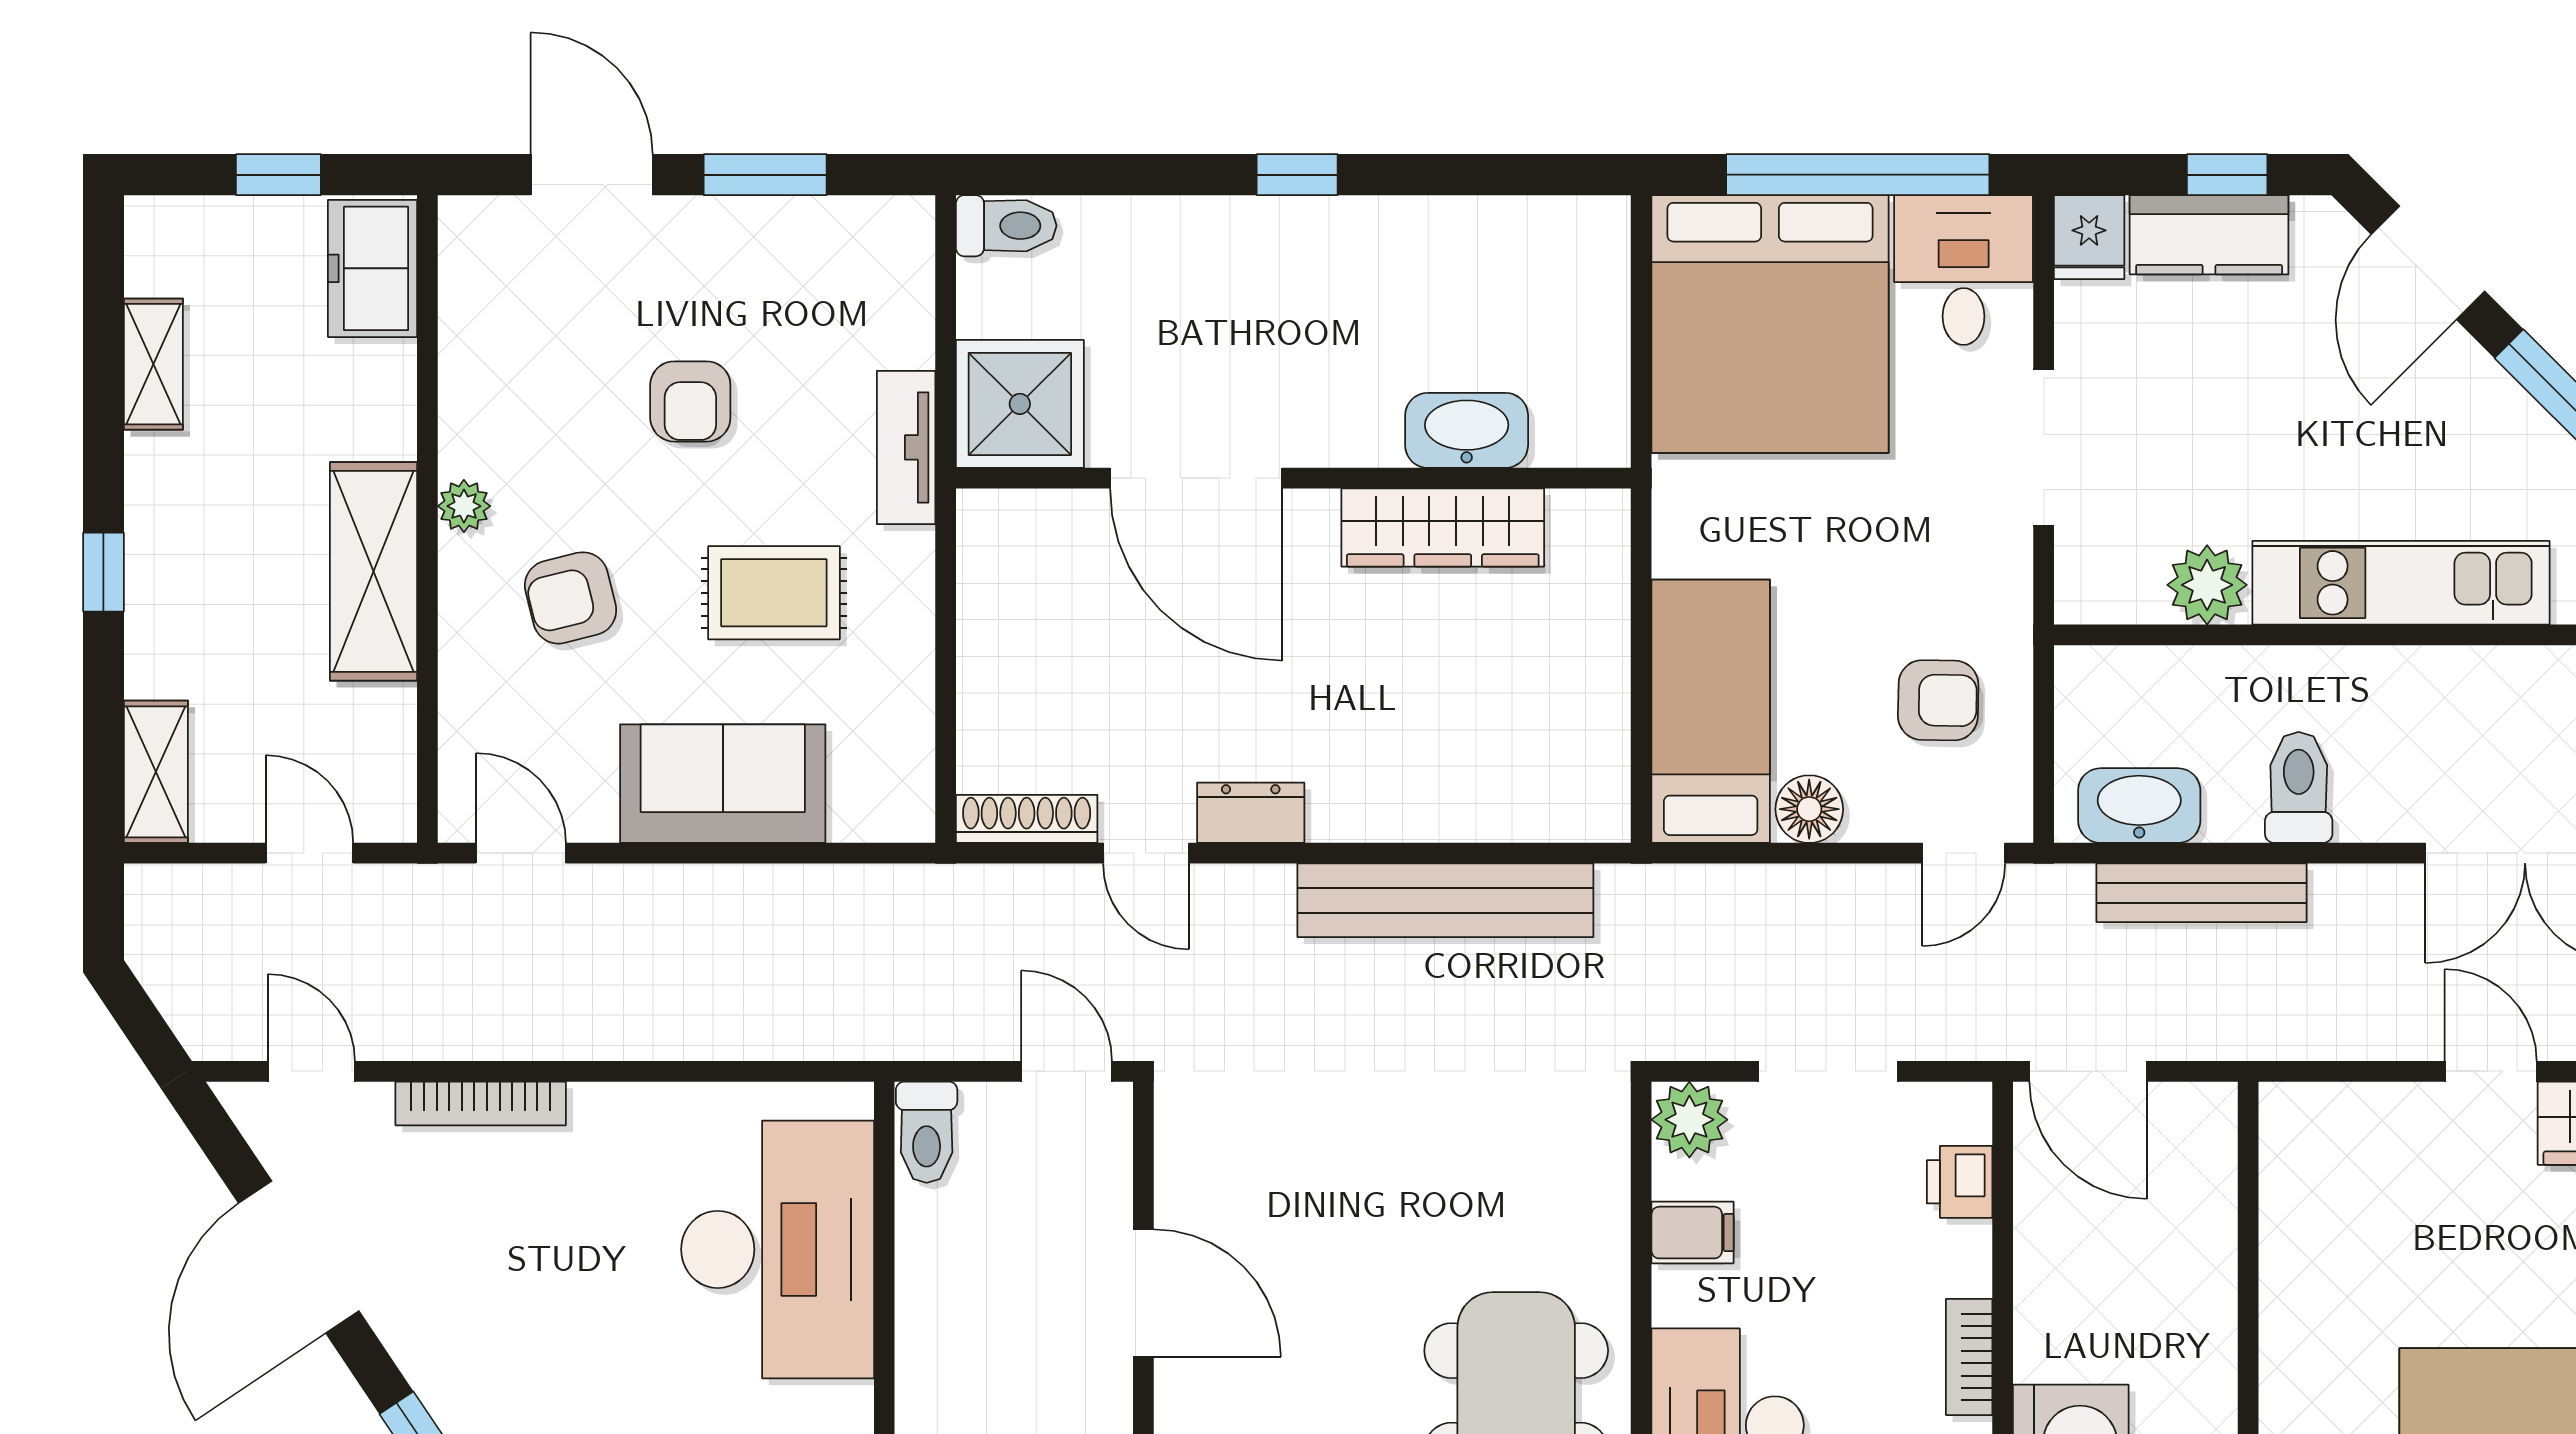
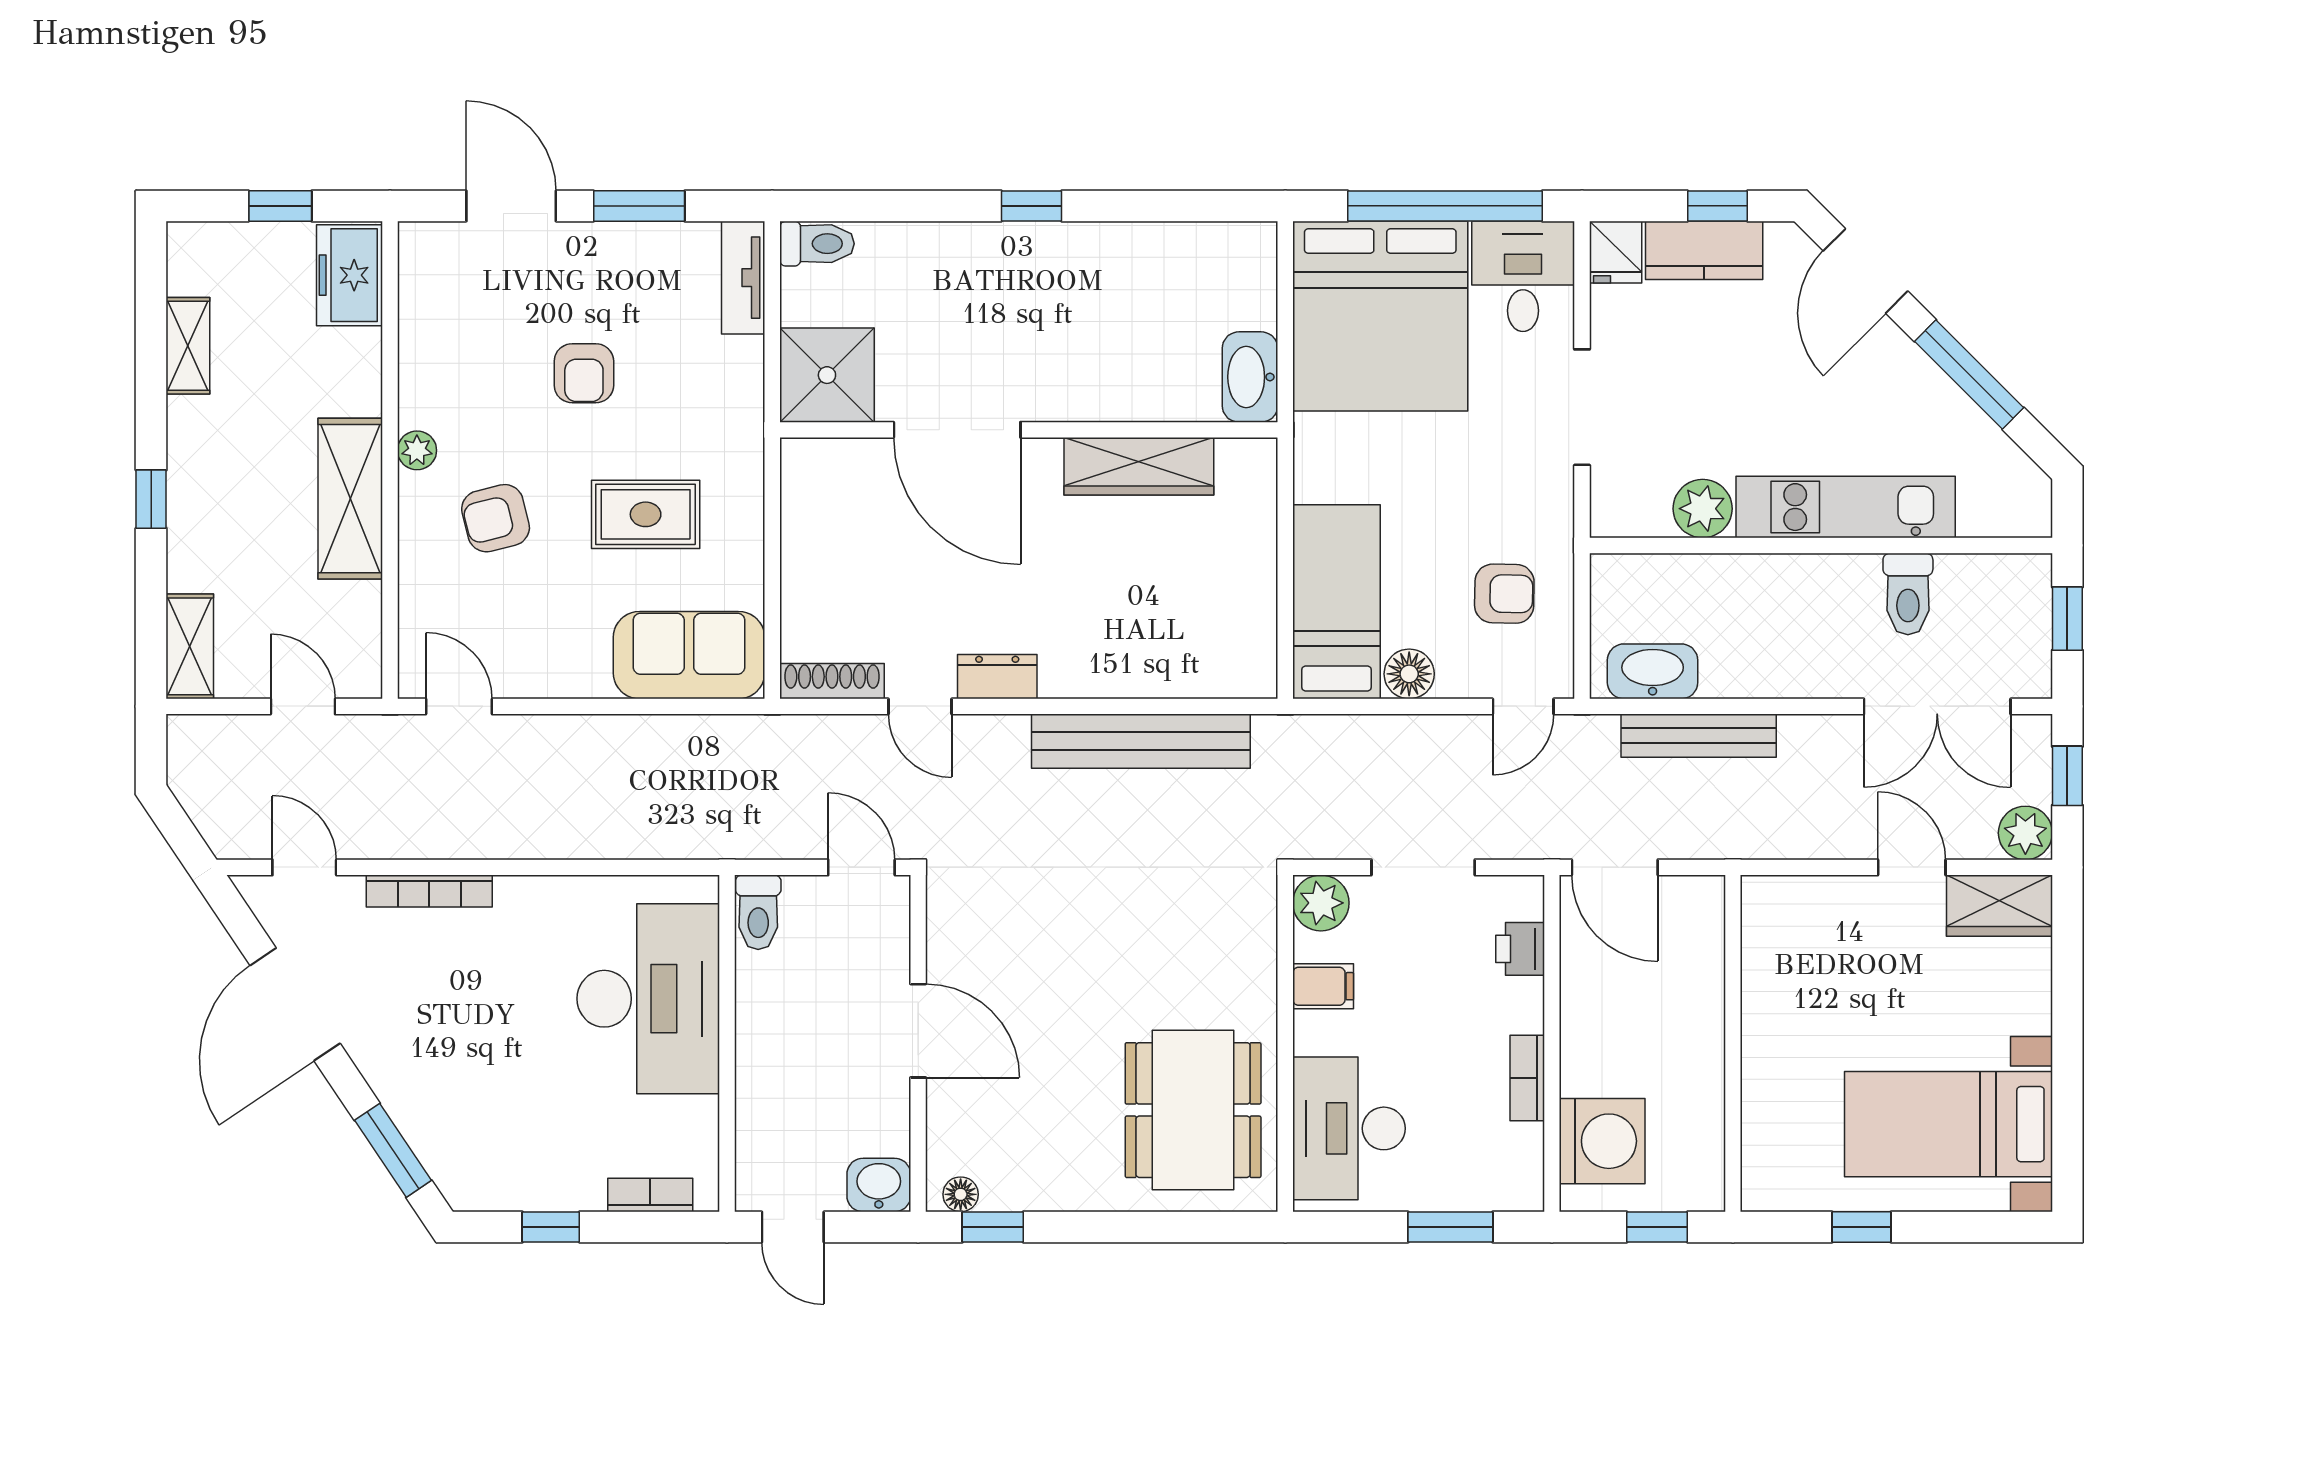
washbasin: (1467, 430) -> (1250, 377), moved, turned -90
tv unit: (906, 447) -> (743, 278), moved
sofa: (723, 784) -> (689, 655), moved
toilet: (2299, 787) -> (1908, 594), moved, turned 180

